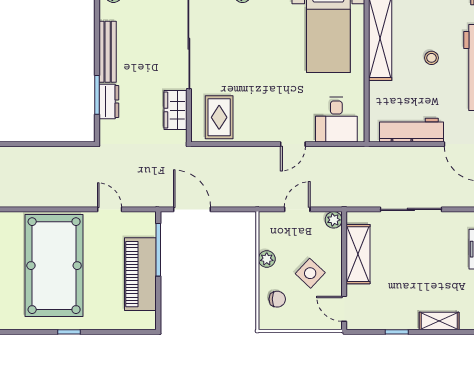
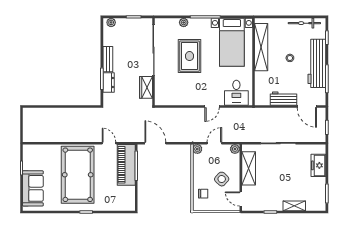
bench: (108, 52) -> (108, 59), width x0.73
rug: (219, 117) -> (189, 56), moved, width x1.36, depth x1.43
workbench: (411, 130) -> (284, 99), width x0.73
plant: (267, 259) -> (197, 149), moved
piano: (140, 274) -> (126, 165), moved

